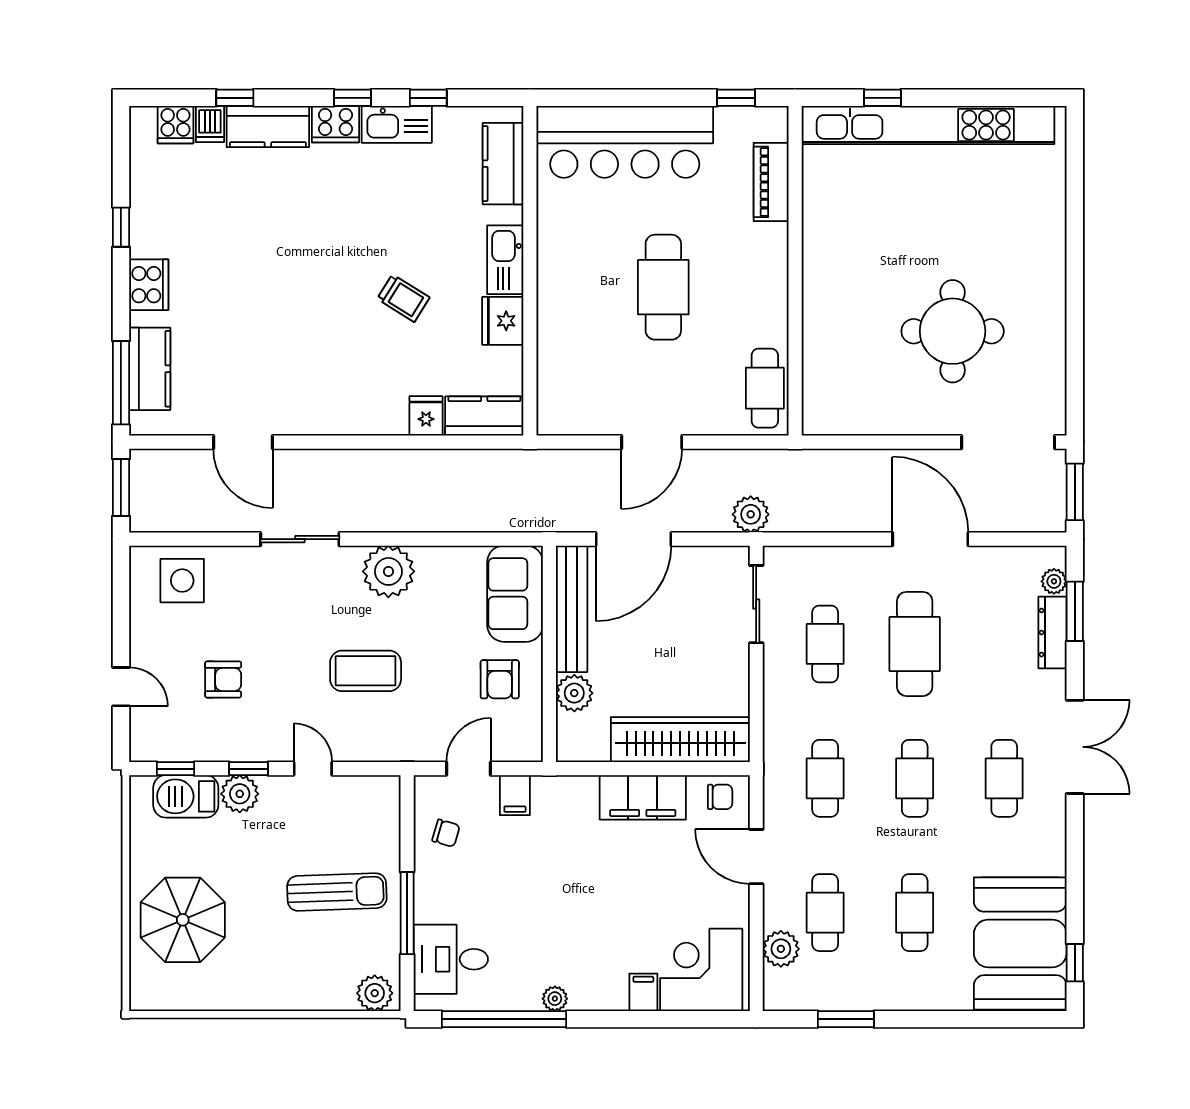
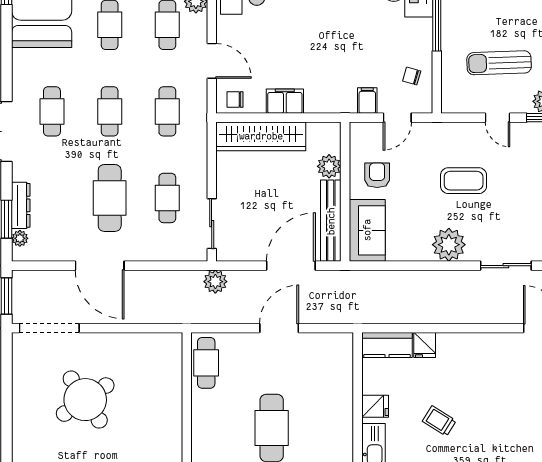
fridge: (503, 321) -> (375, 406), width x0.72
round table: (953, 331) -> (85, 400), turned -34
filing cabinet: (643, 797) -> (285, 101), width x0.67, depth x0.86
sun lounger: (337, 892) -> (499, 63), moved

